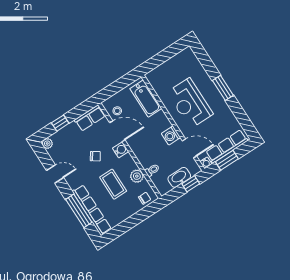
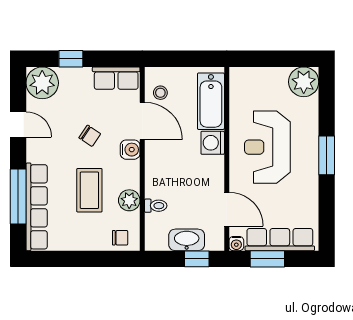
plant: (187, 58) -> (304, 82), added
washing machine: (171, 135) -> (213, 143), moved
plant: (47, 143) -> (42, 83), width x1.87, depth x1.87

